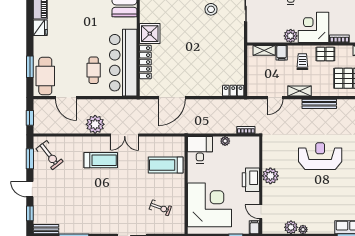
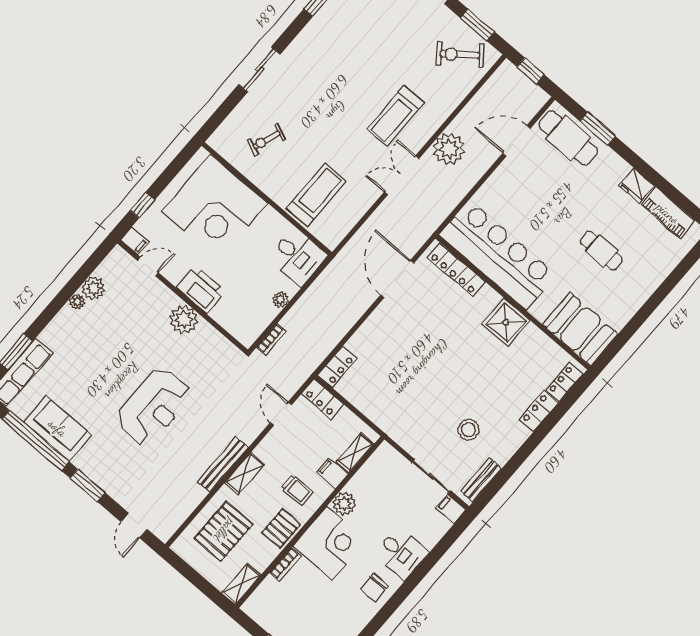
locker: (145, 62) -> (456, 270), moved
cafe table: (94, 70) -> (601, 251), moved
locker: (253, 85) -> (323, 399), added
shelving: (299, 91) -> (245, 473), moved

